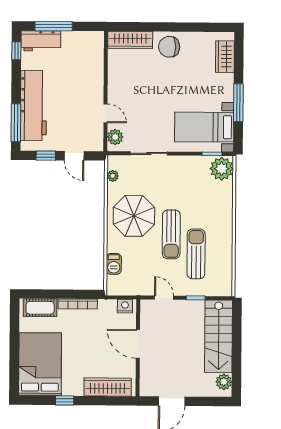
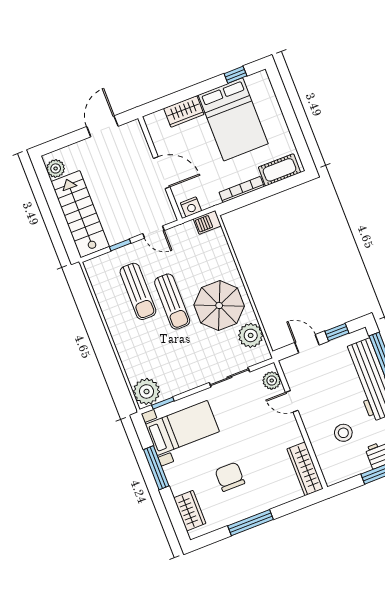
window: (179, 27) -> (250, 523), added
wardrobe: (130, 40) -> (305, 469), moved, turned -90
chair: (169, 47) -> (230, 477), moved, turned -90
stool: (73, 71) -> (343, 433), added
plant: (113, 176) -> (251, 335), width x1.87, depth x1.87
sun lounger: (171, 234) -> (172, 302), turned 180
barbecue: (114, 264) -> (207, 222), moved, turned -90
bed: (40, 364) -> (233, 119), moved
wardrobe: (108, 387) -> (184, 111), width x0.67
window: (65, 400) -> (235, 75), moved

